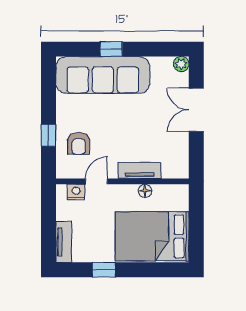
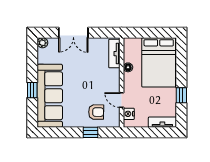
tv unit: (140, 170) -> (114, 54), moved

